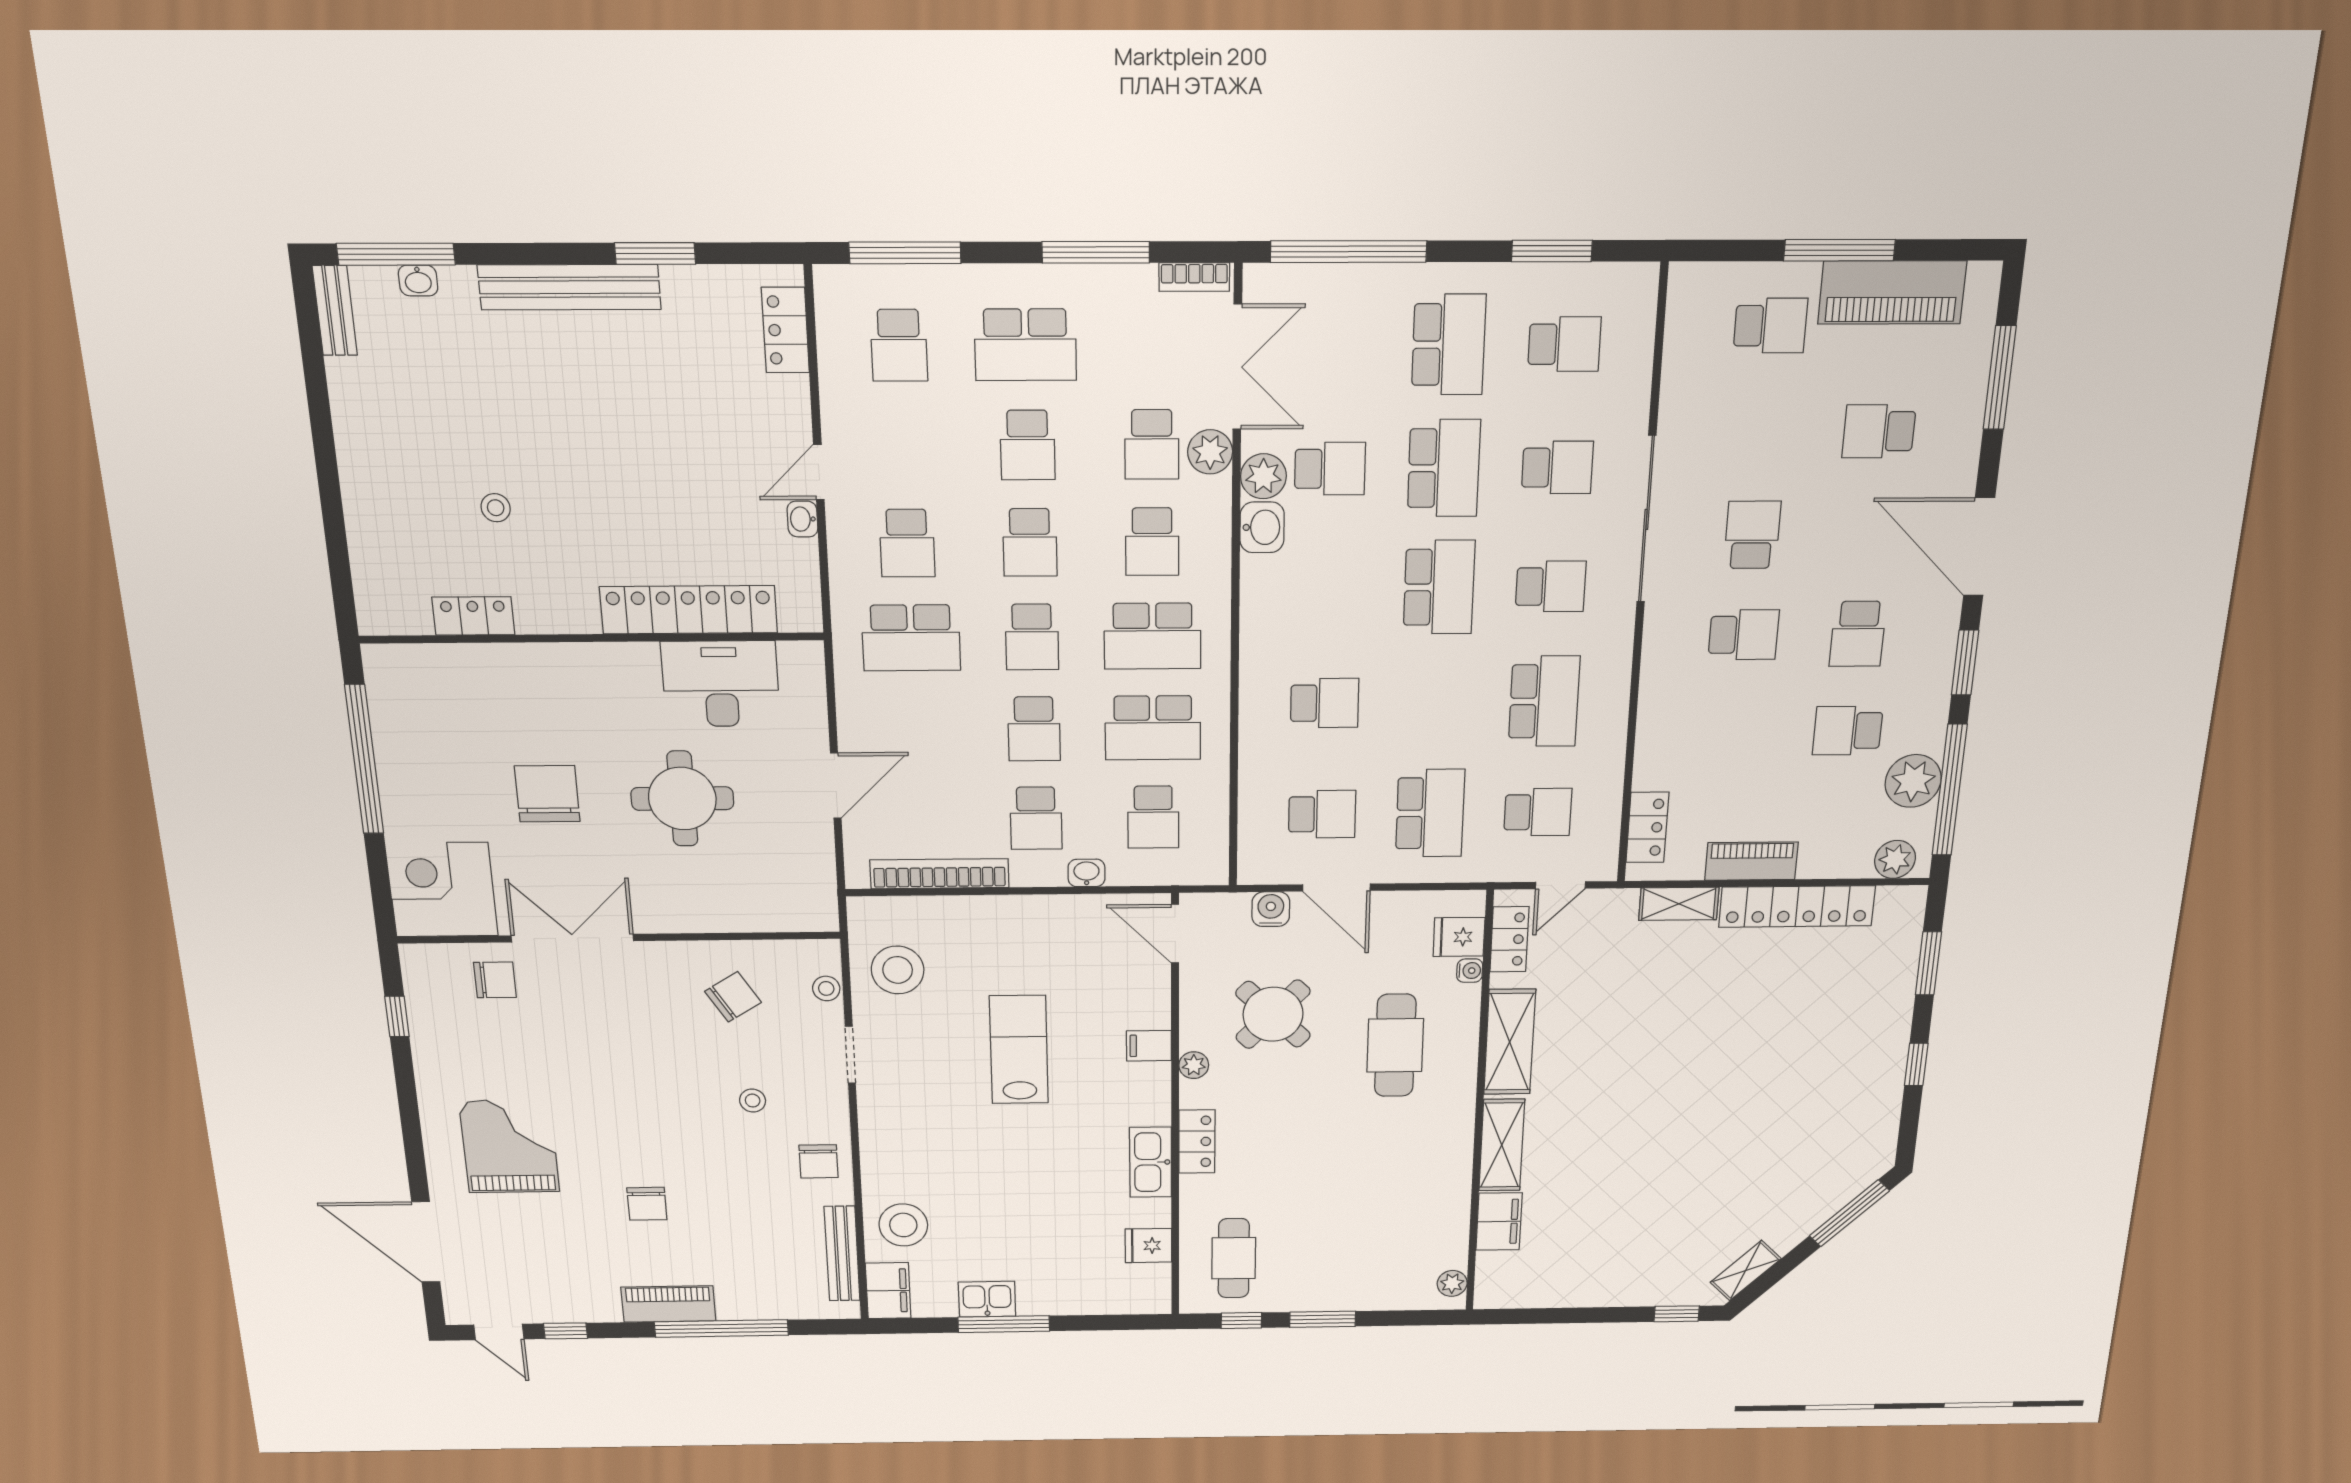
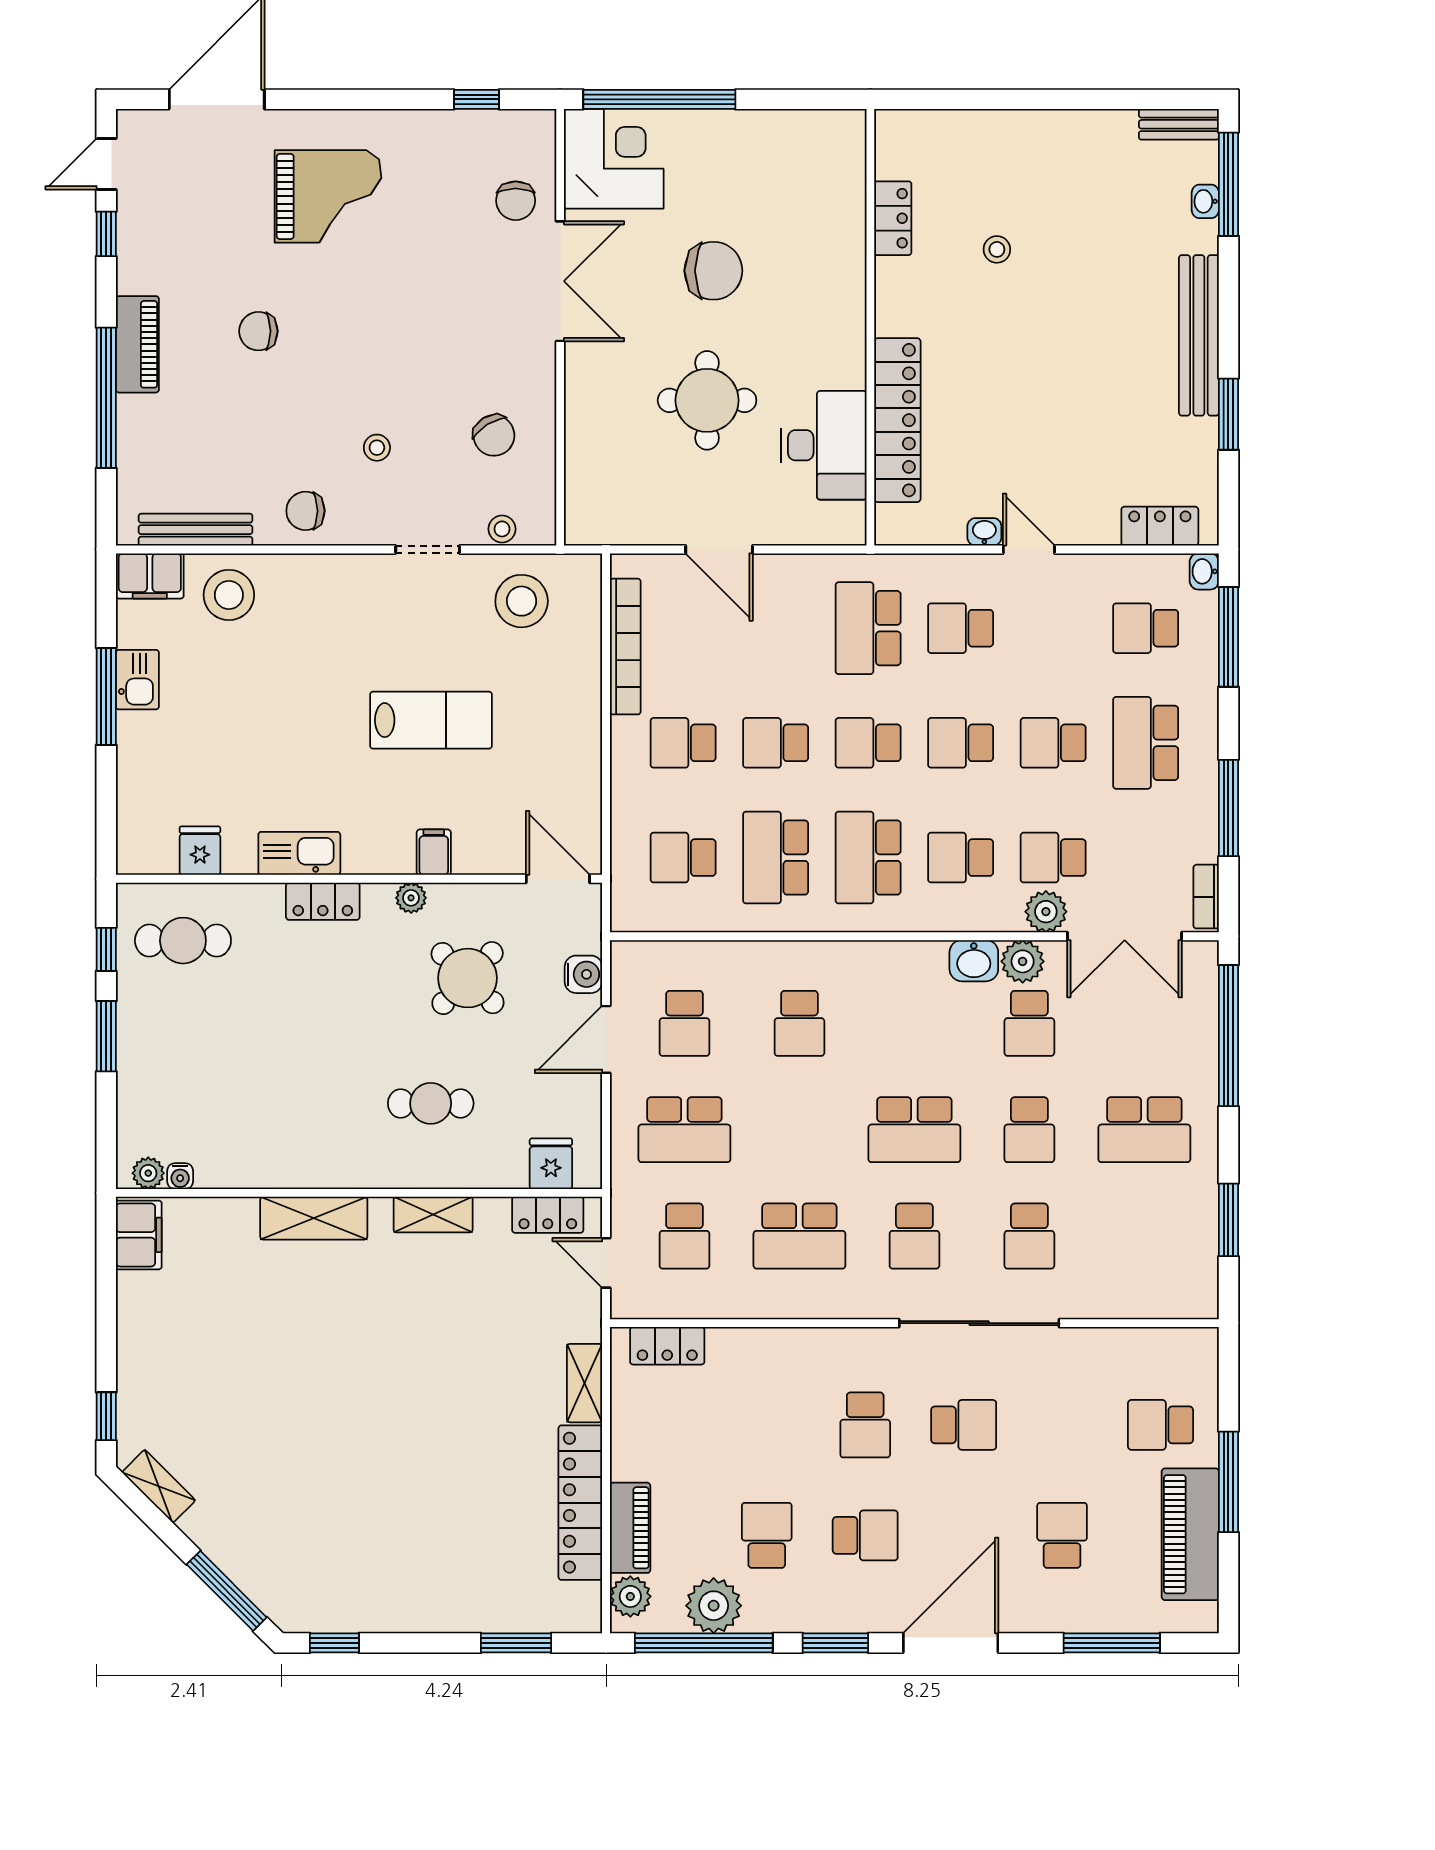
school desk: (1770, 326) -> (1161, 1425), turned 90
school desk: (1564, 344) -> (1144, 1236), removed
school desk: (1444, 468) -> (1029, 1130), width x0.54
school desk: (1858, 634) -> (865, 1535), turned 180
window: (364, 760) -> (659, 99), moved
piano: (1751, 861) -> (630, 1528), moved
washbasin: (1086, 873) -> (1204, 571), moved, turned 180
door: (1175, 934) -> (558, 879), hinge flipped
water cooler: (1470, 971) -> (180, 1176), moved
shelving: (1510, 1042) -> (433, 1215), width x0.67, depth x0.75
cafe table: (1395, 1045) -> (431, 1103), width x0.73, depth x0.74
window: (1916, 1064) -> (334, 1643), moved
filing cabinet: (1499, 1222) -> (139, 1235), moved, turned -90

